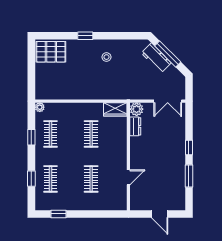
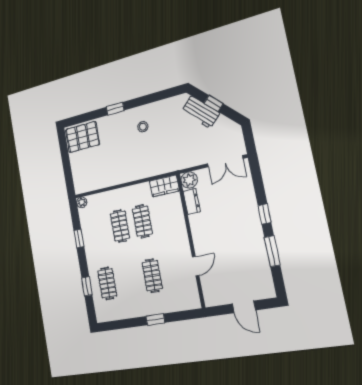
window: (168, 54) -> (214, 103), width x0.46
clothes rail: (51, 134) -> (120, 226), moved
window: (59, 214) -> (155, 319), moved

